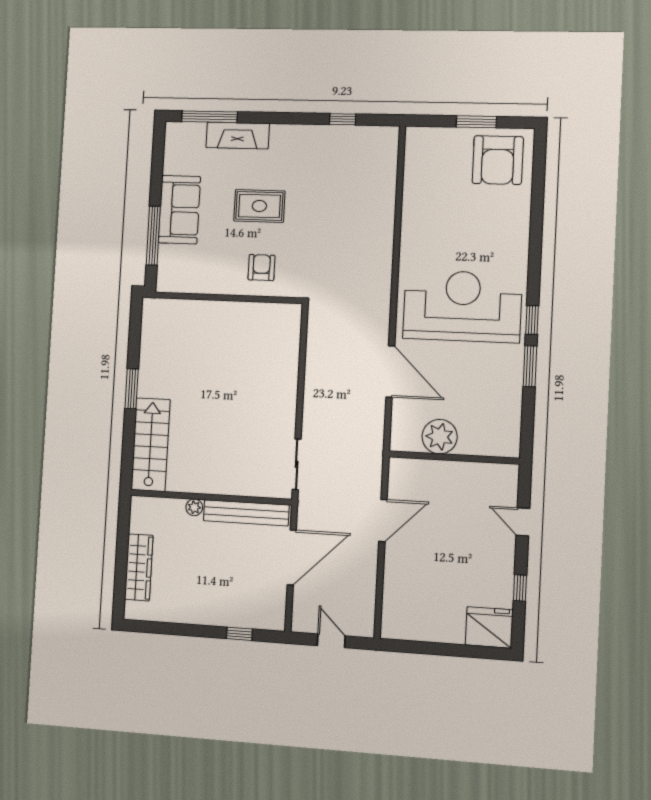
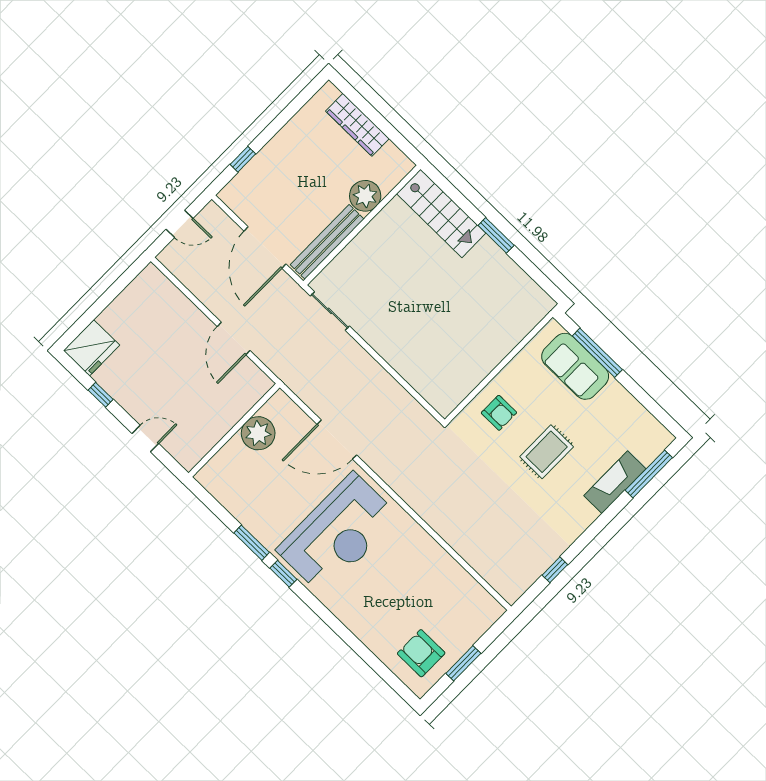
armchair: (498, 160) -> (421, 653), width x0.73, depth x0.73
sofa: (179, 210) -> (575, 366), moved
plant: (194, 507) -> (365, 196), width x1.88, depth x1.88

